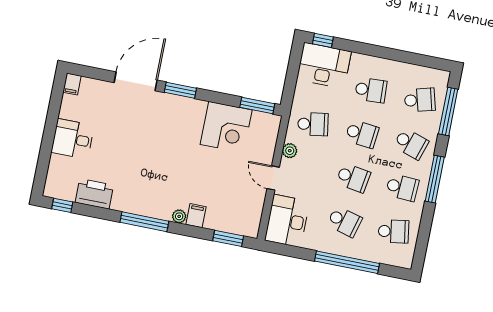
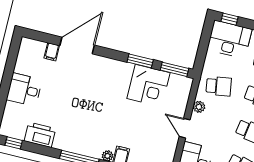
filing cabinet: (72, 84) -> (52, 52), moved
window: (180, 90) -> (140, 61), moved

